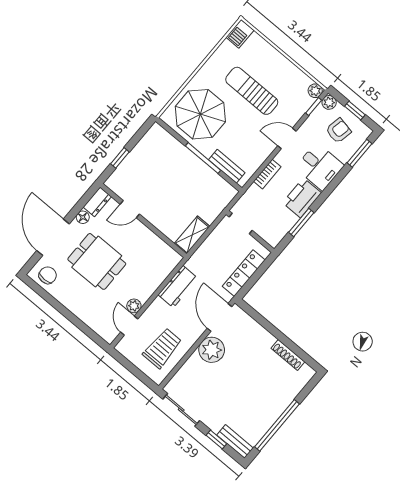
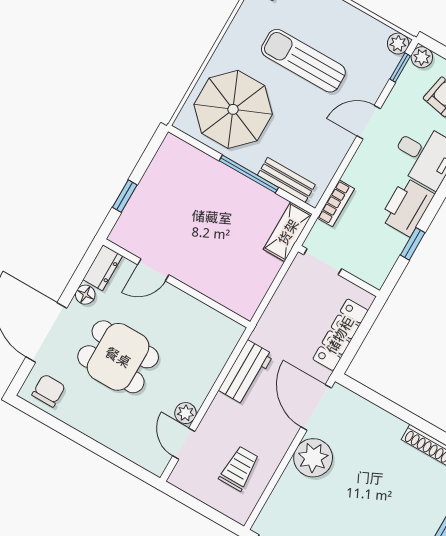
bookcase: (267, 174) -> (336, 203), moved
window: (301, 223) -> (413, 244), width x0.67
shelving: (192, 235) -> (288, 232), moved
trolley: (162, 348) -> (239, 468), width x0.73, depth x0.72

